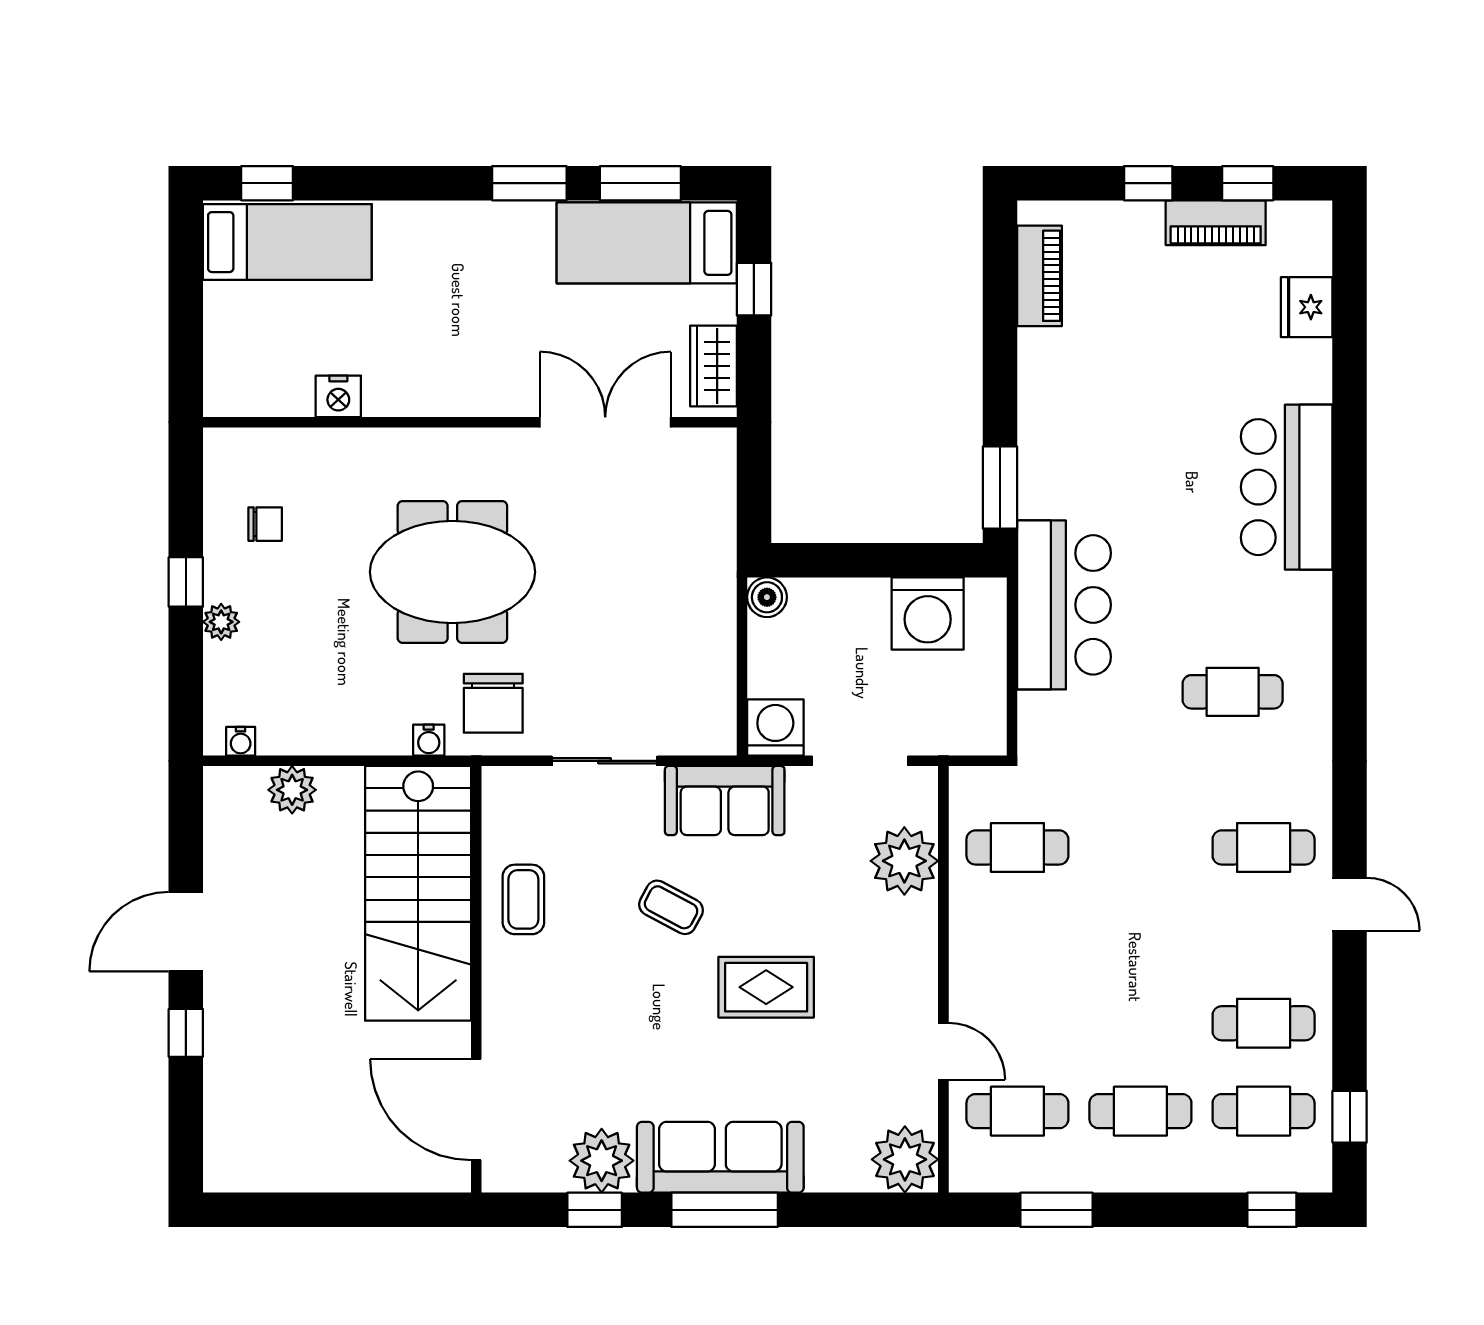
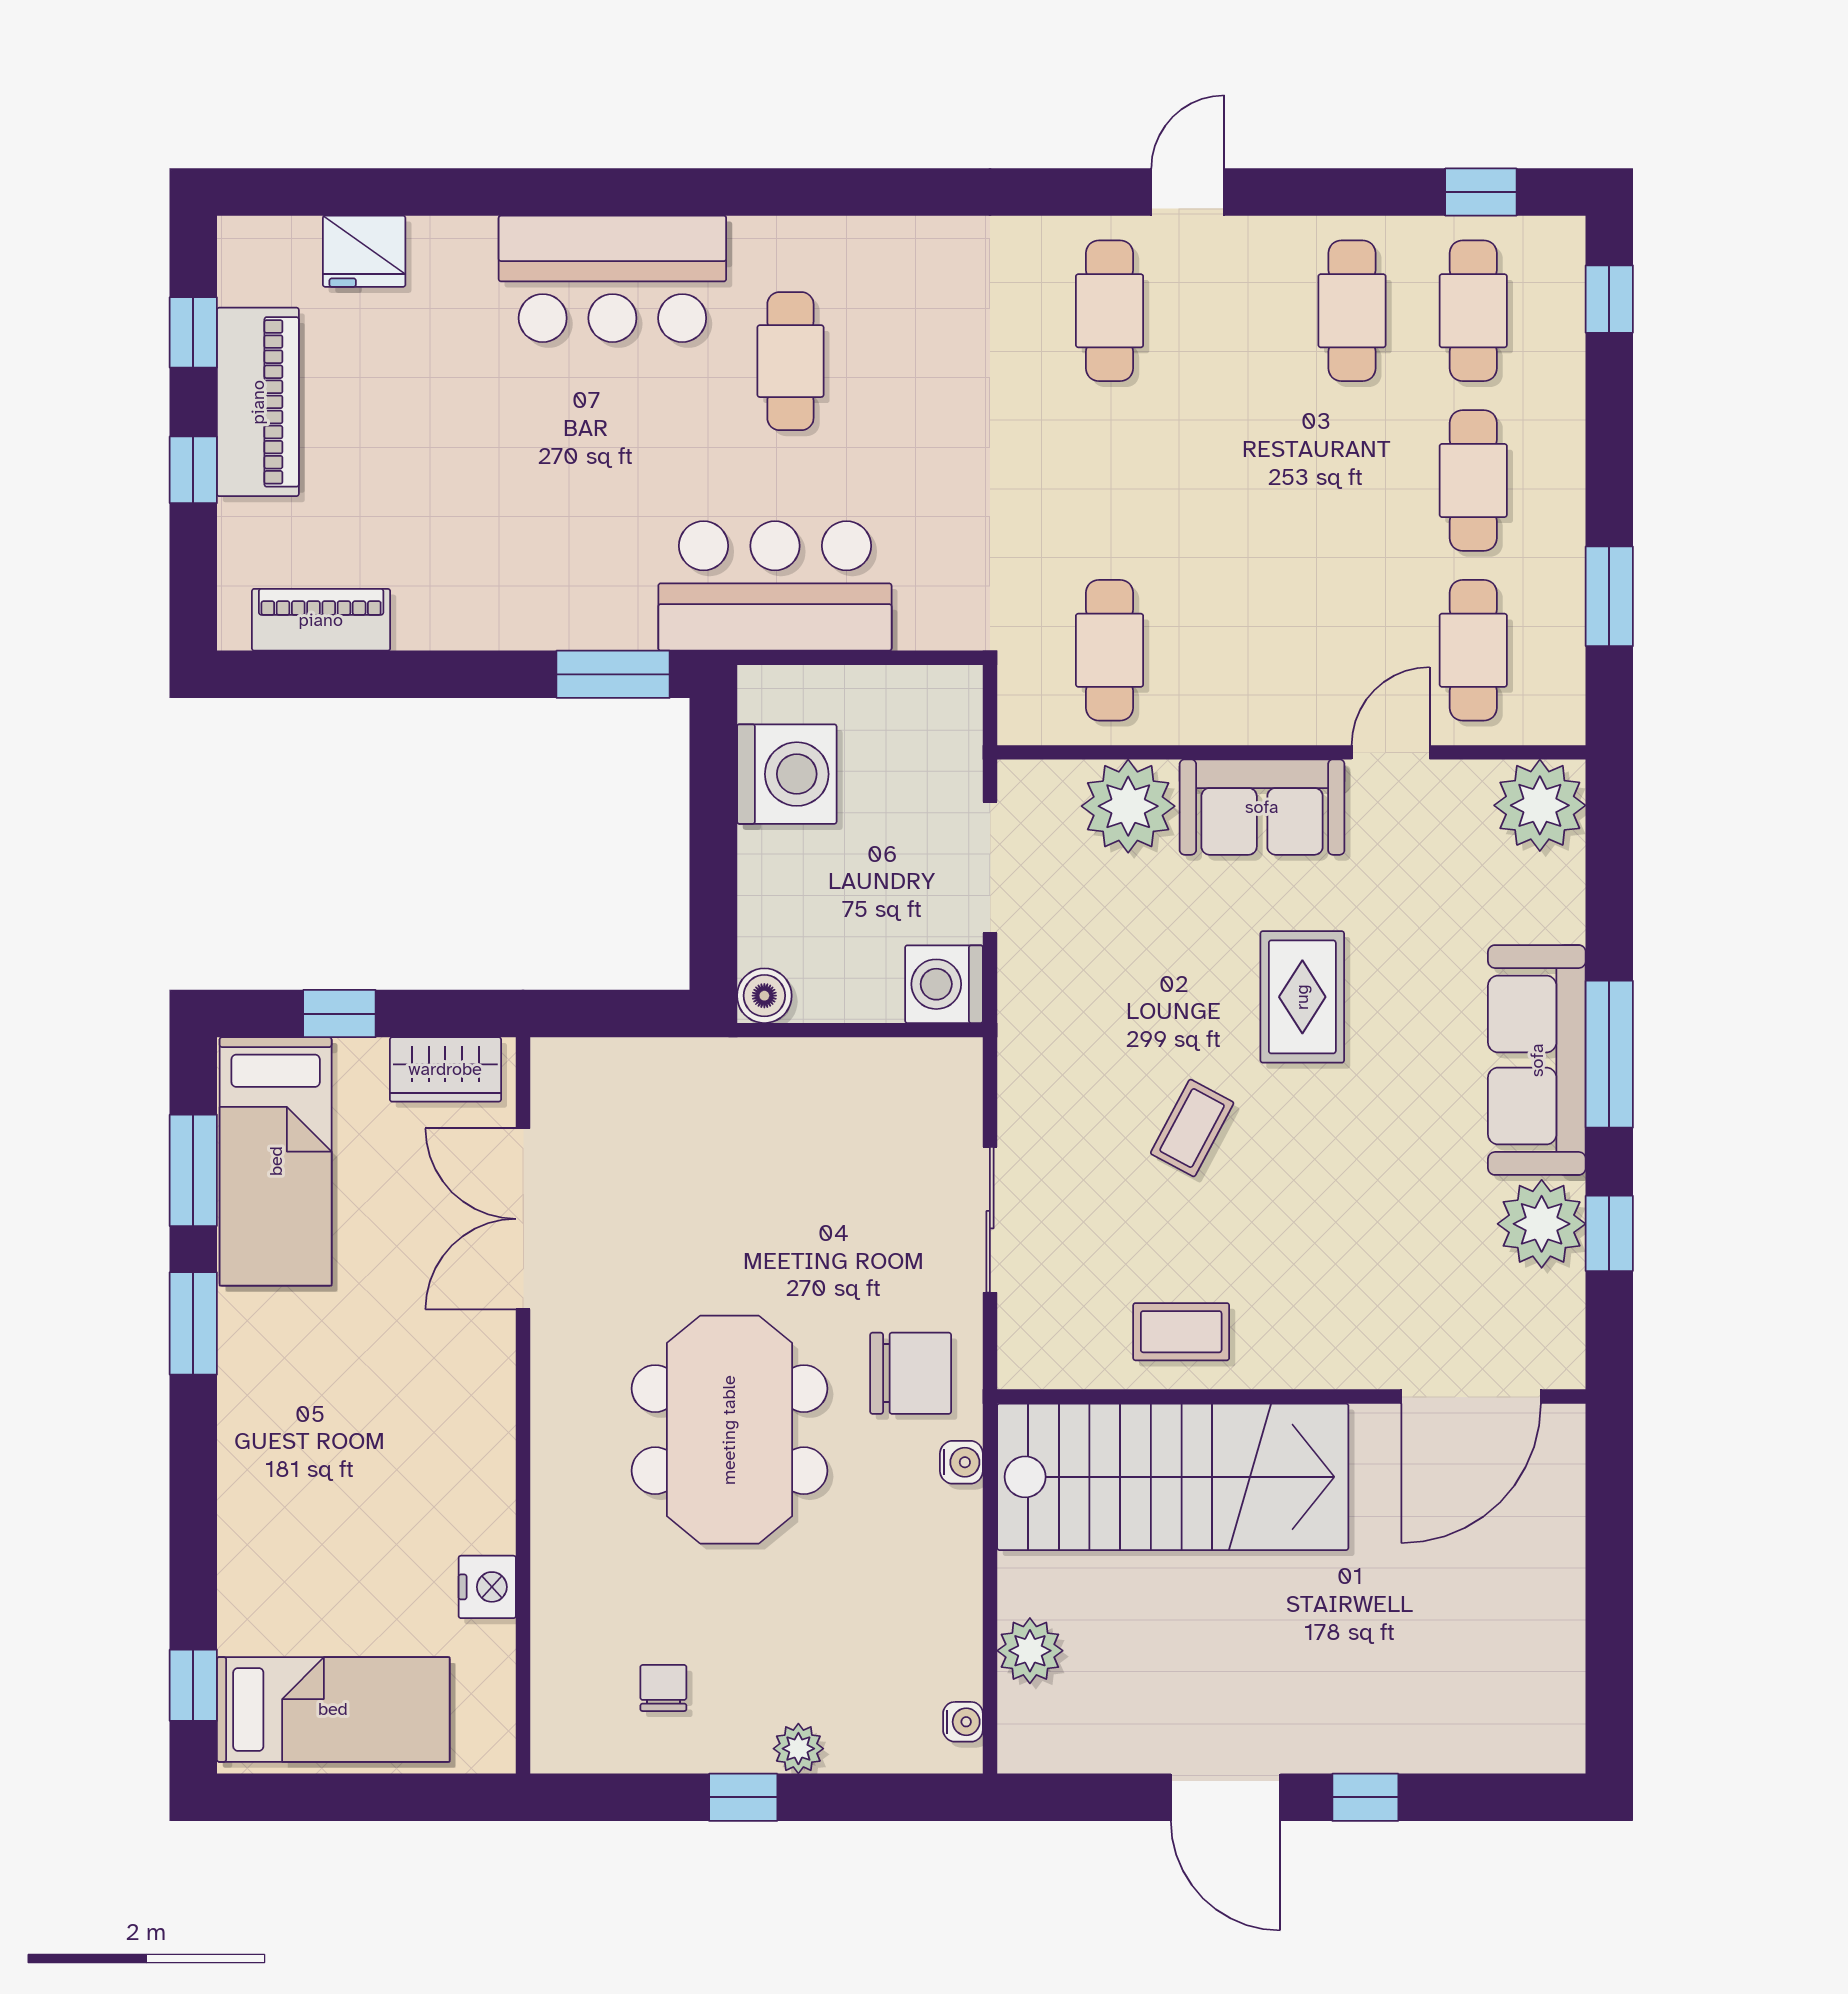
piano: (1216, 223) -> (258, 402), width x1.37, depth x1.33
bed: (287, 242) -> (333, 1709), moved, turned 90
cafe table: (1233, 692) -> (790, 361), moved
sofa: (725, 800) -> (1262, 807), moved, turned 90

